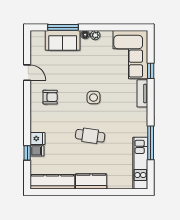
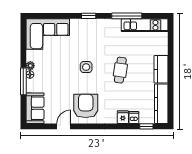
window: (63, 27) -> (23, 81), moved
sofa: (63, 40) -> (35, 108), moved
window: (151, 71) -> (89, 16), moved
tv unit: (142, 93) -> (82, 23), removed
armchair: (50, 97) -> (86, 106), width x1.88, depth x1.88
window: (27, 153) -> (146, 126), moved

